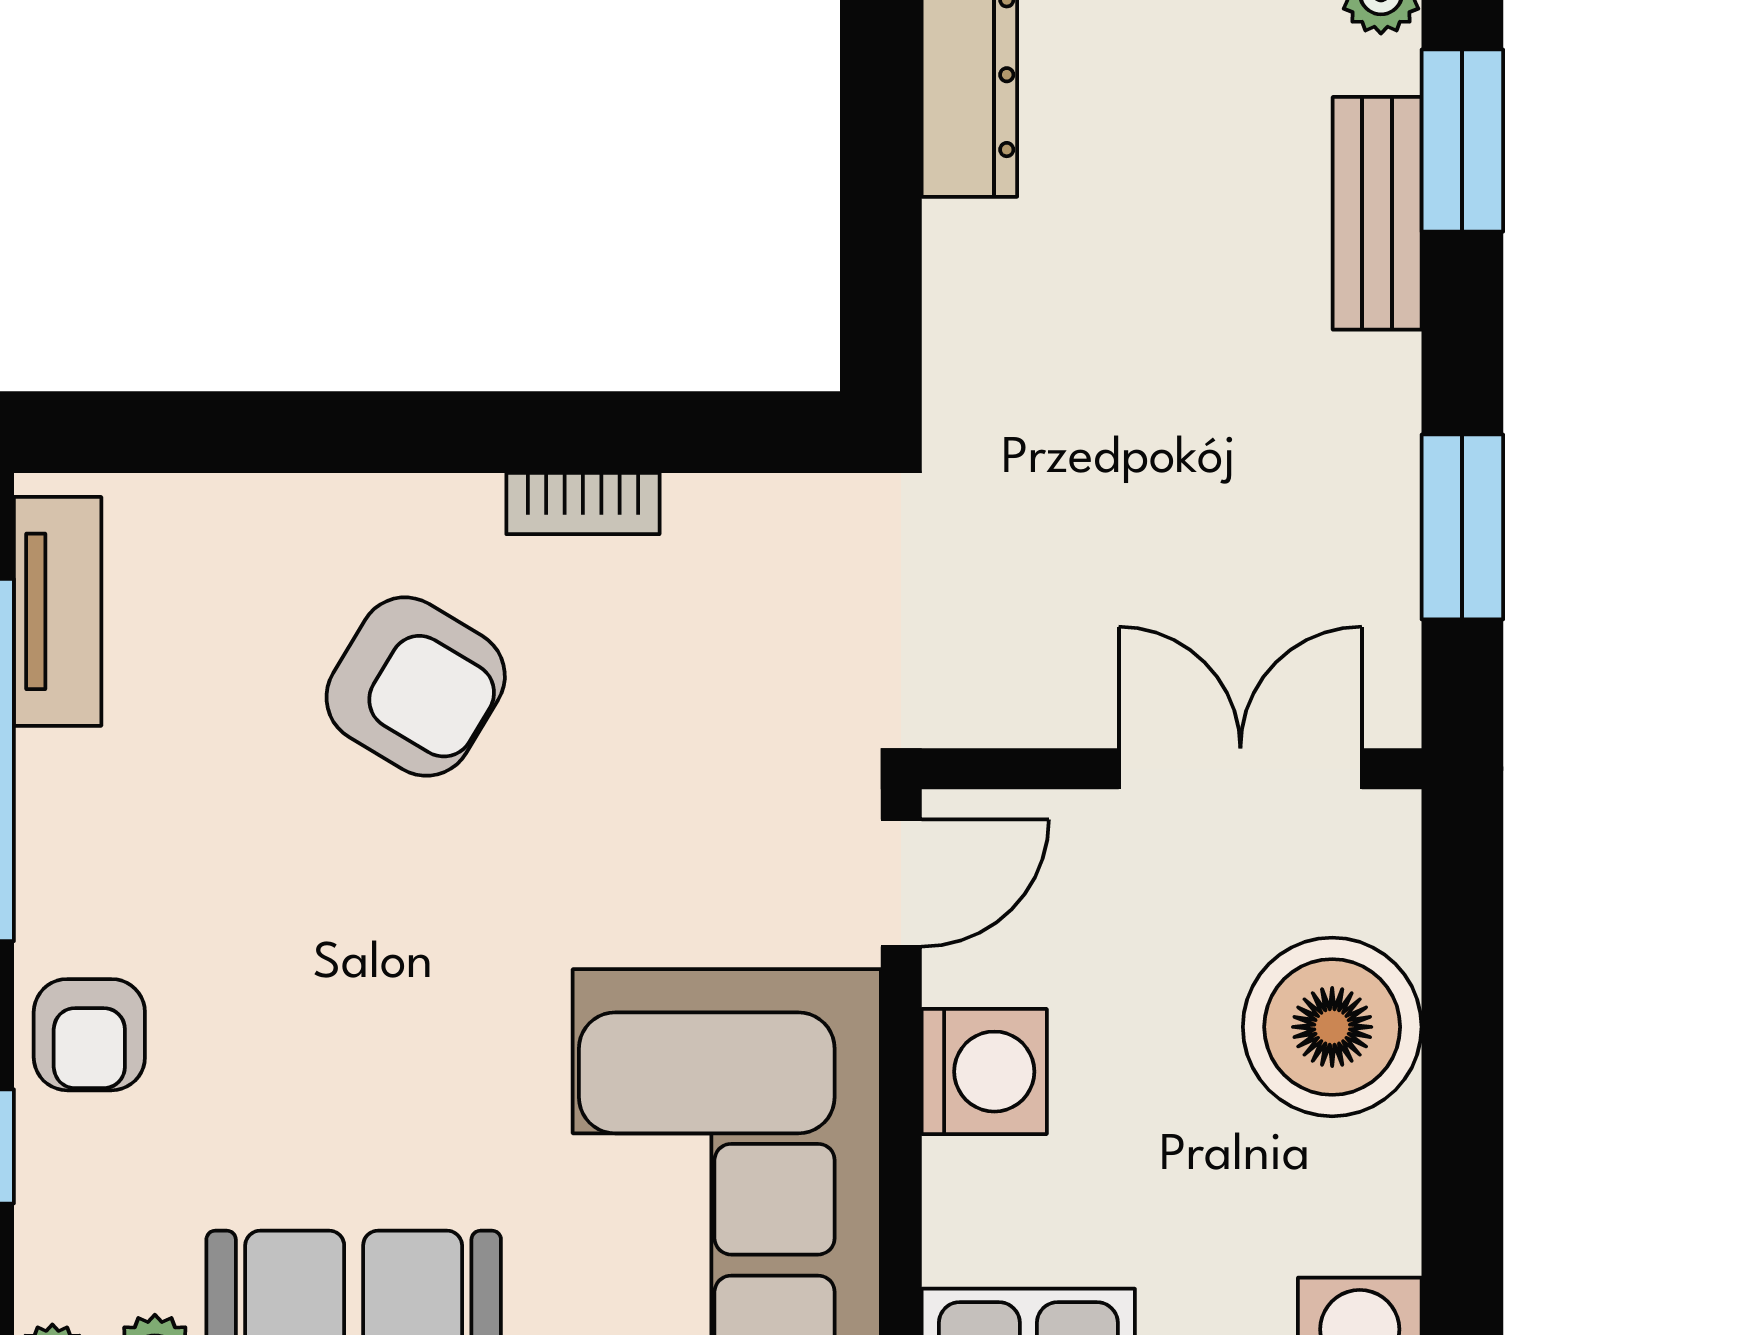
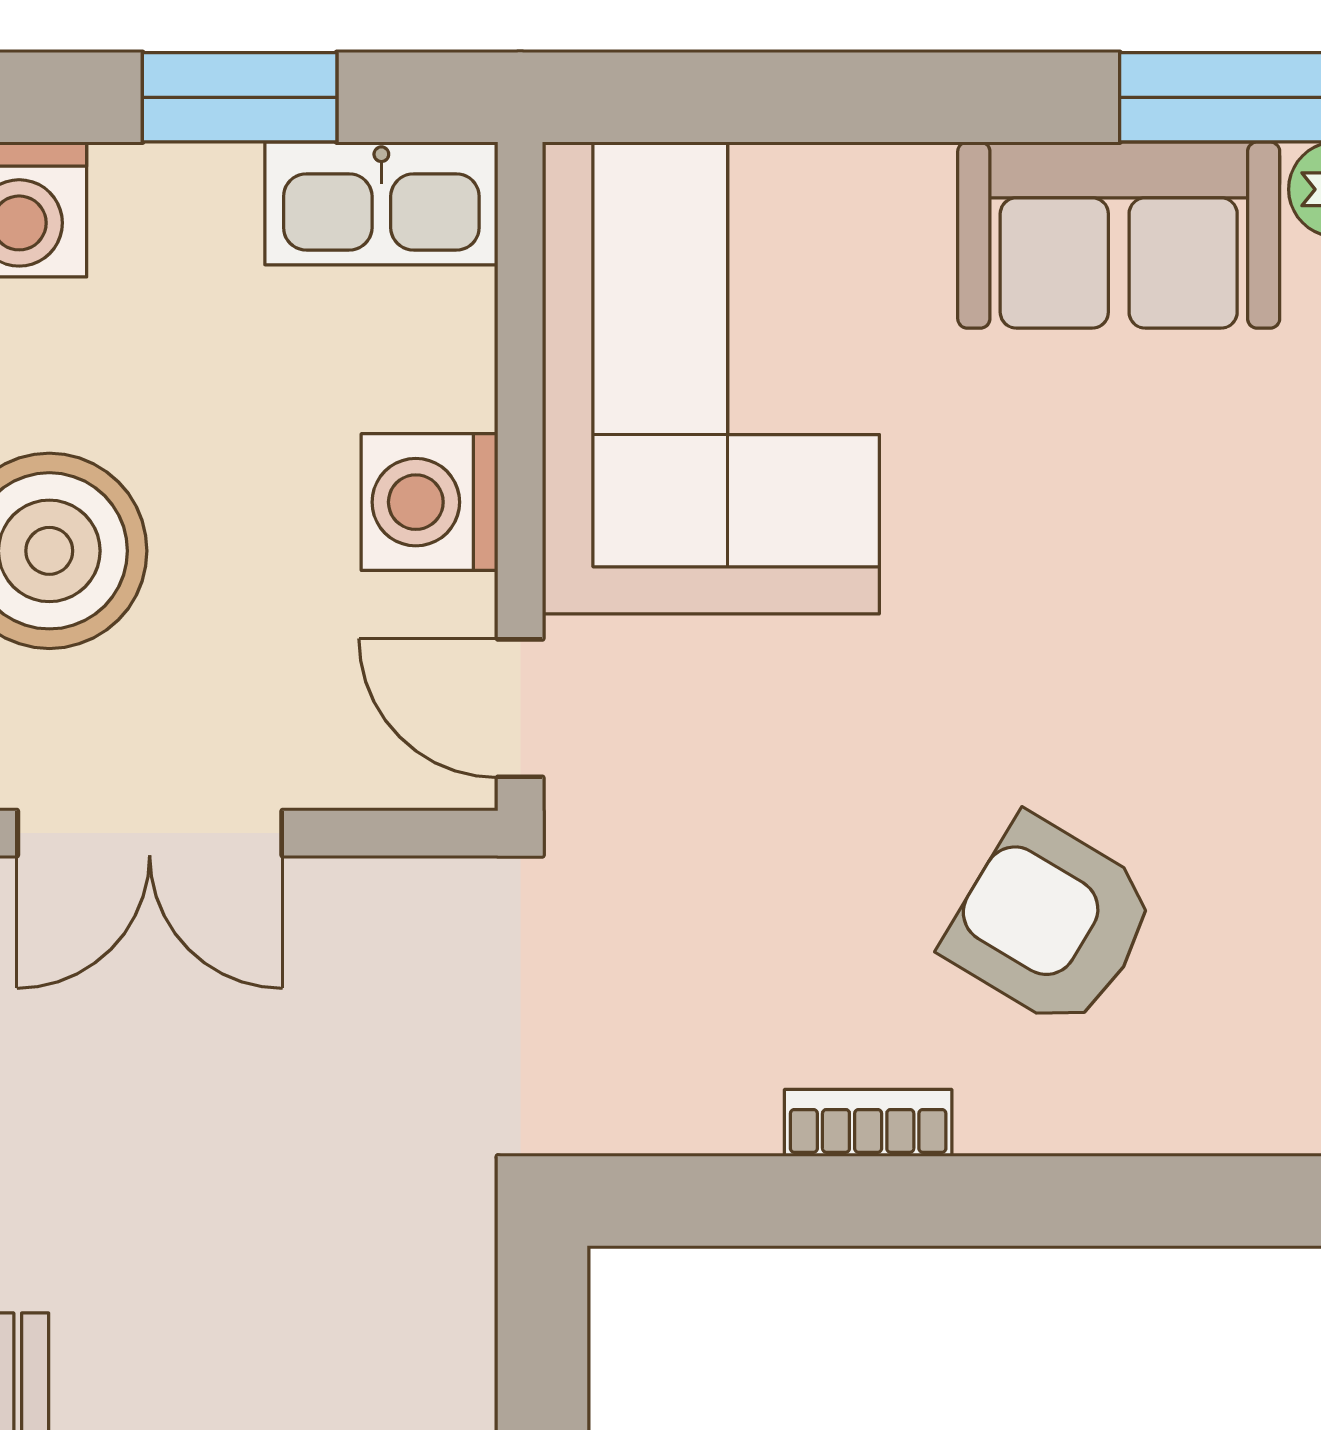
door: (901, 883) -> (520, 708), hinge flipped

